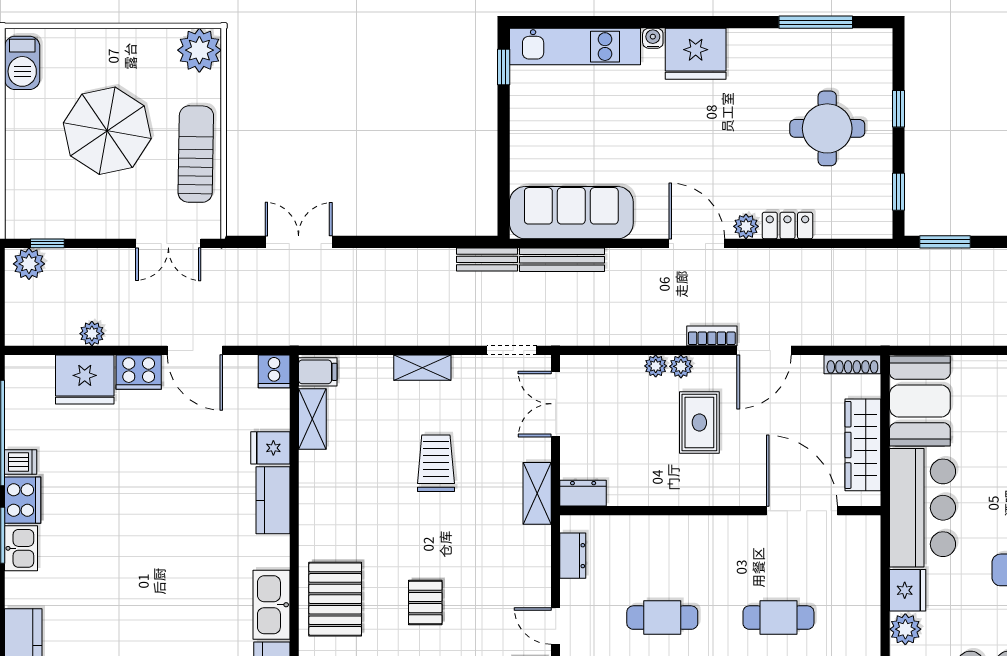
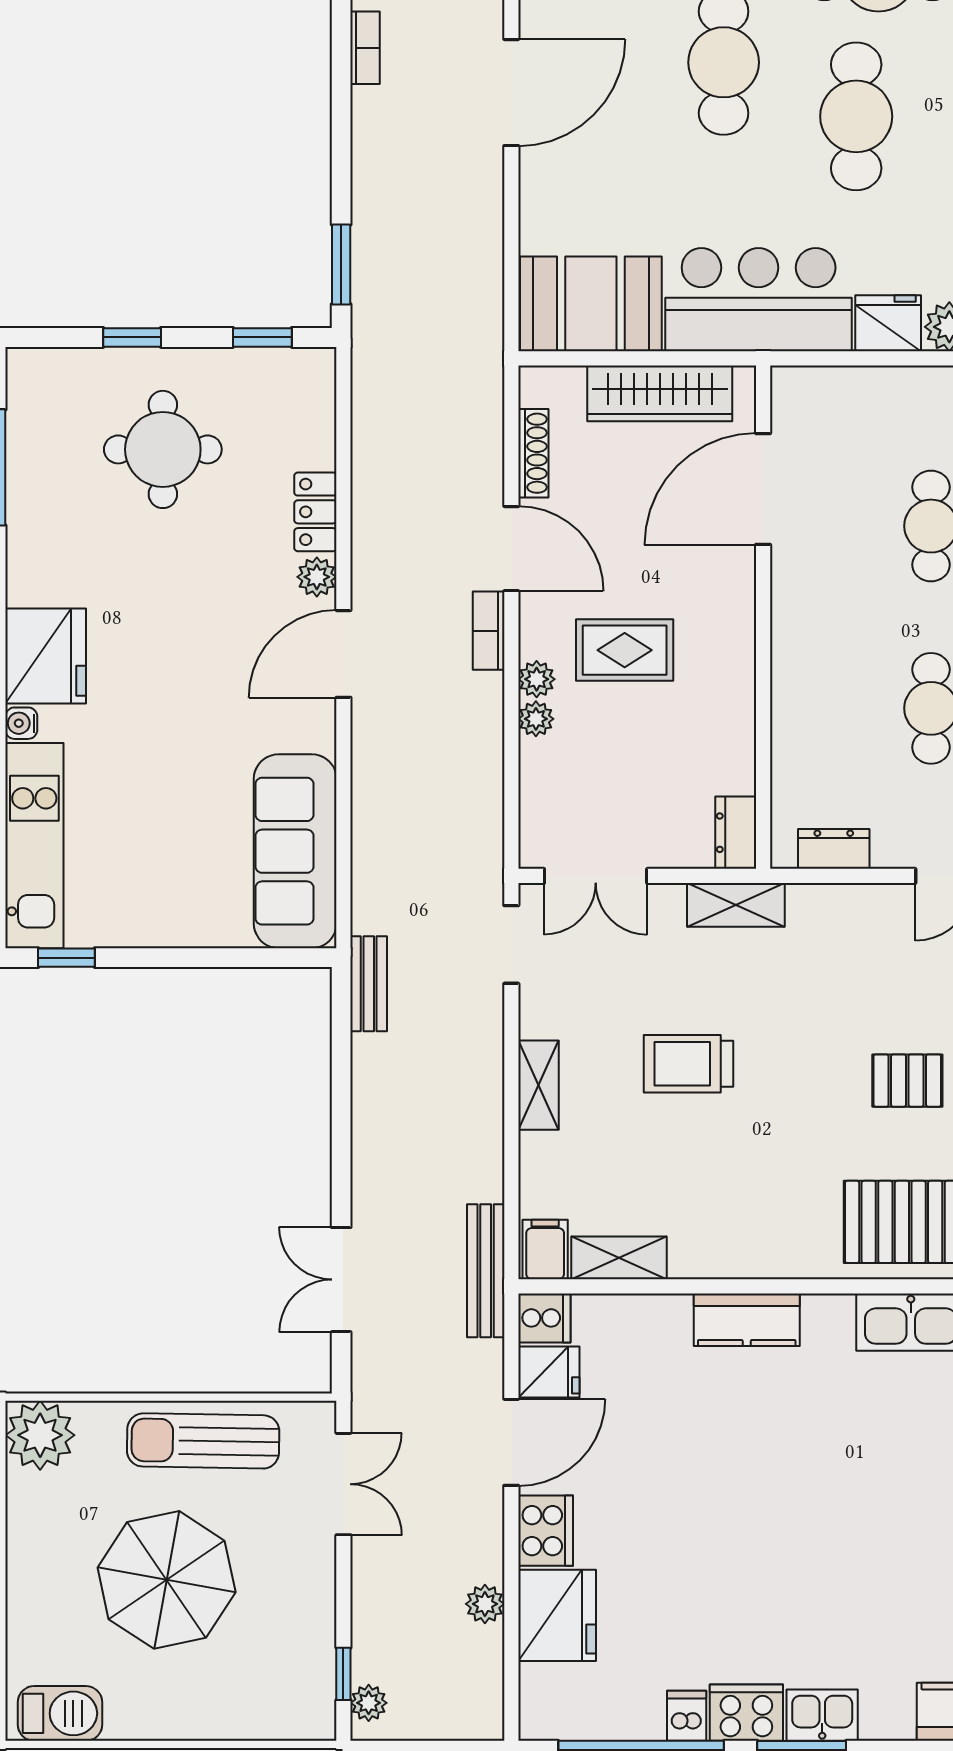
bench: (562, 260) -> (486, 1271), moved
plant: (29, 264) -> (369, 1703), width x0.73, depth x0.73
shoe rack: (852, 364) -> (533, 453), moved
fridge: (270, 448) -> (549, 1372), moved, turned -90

